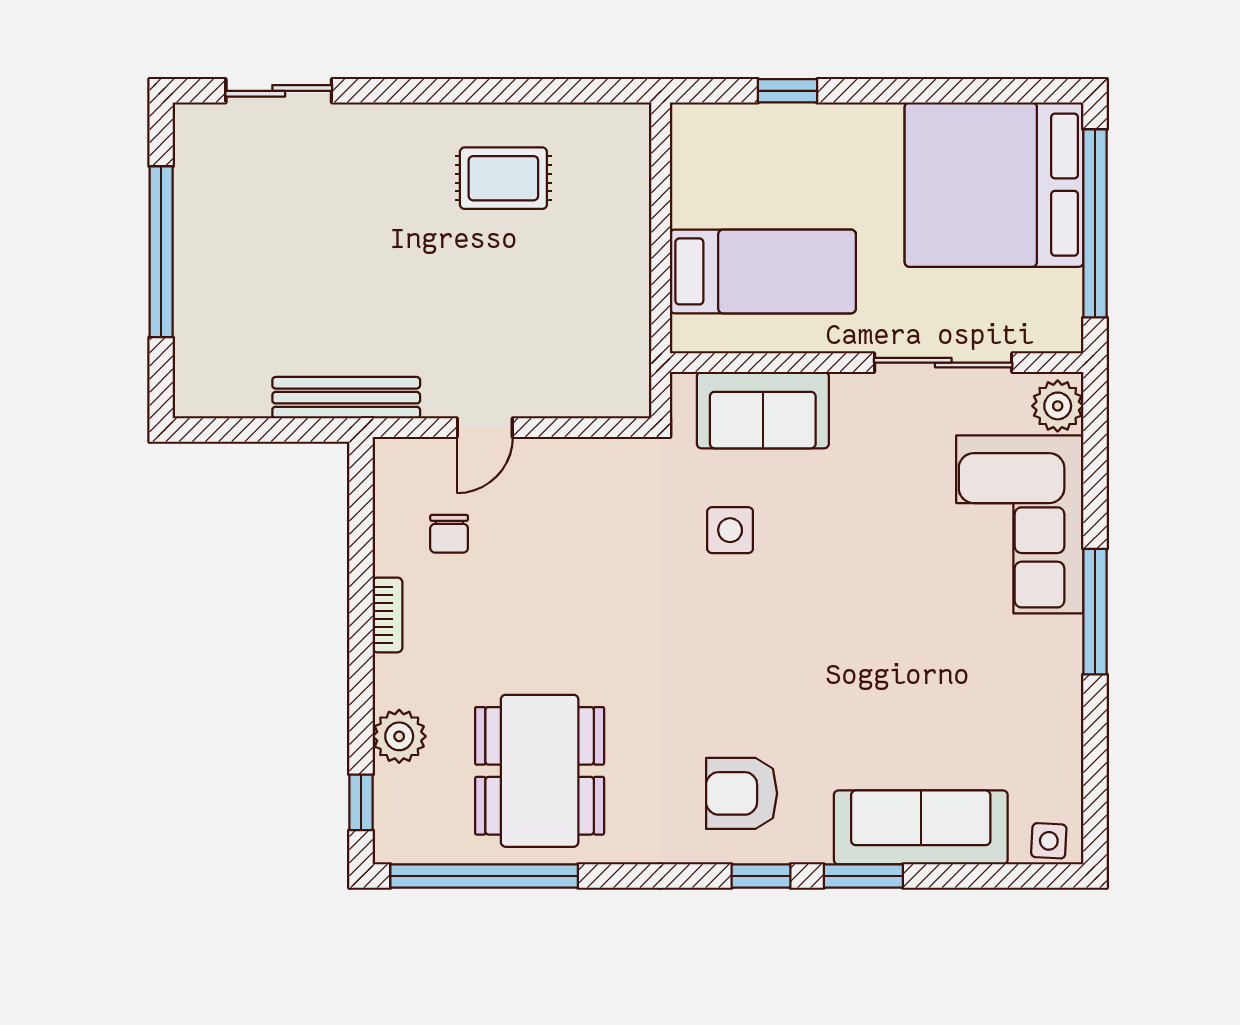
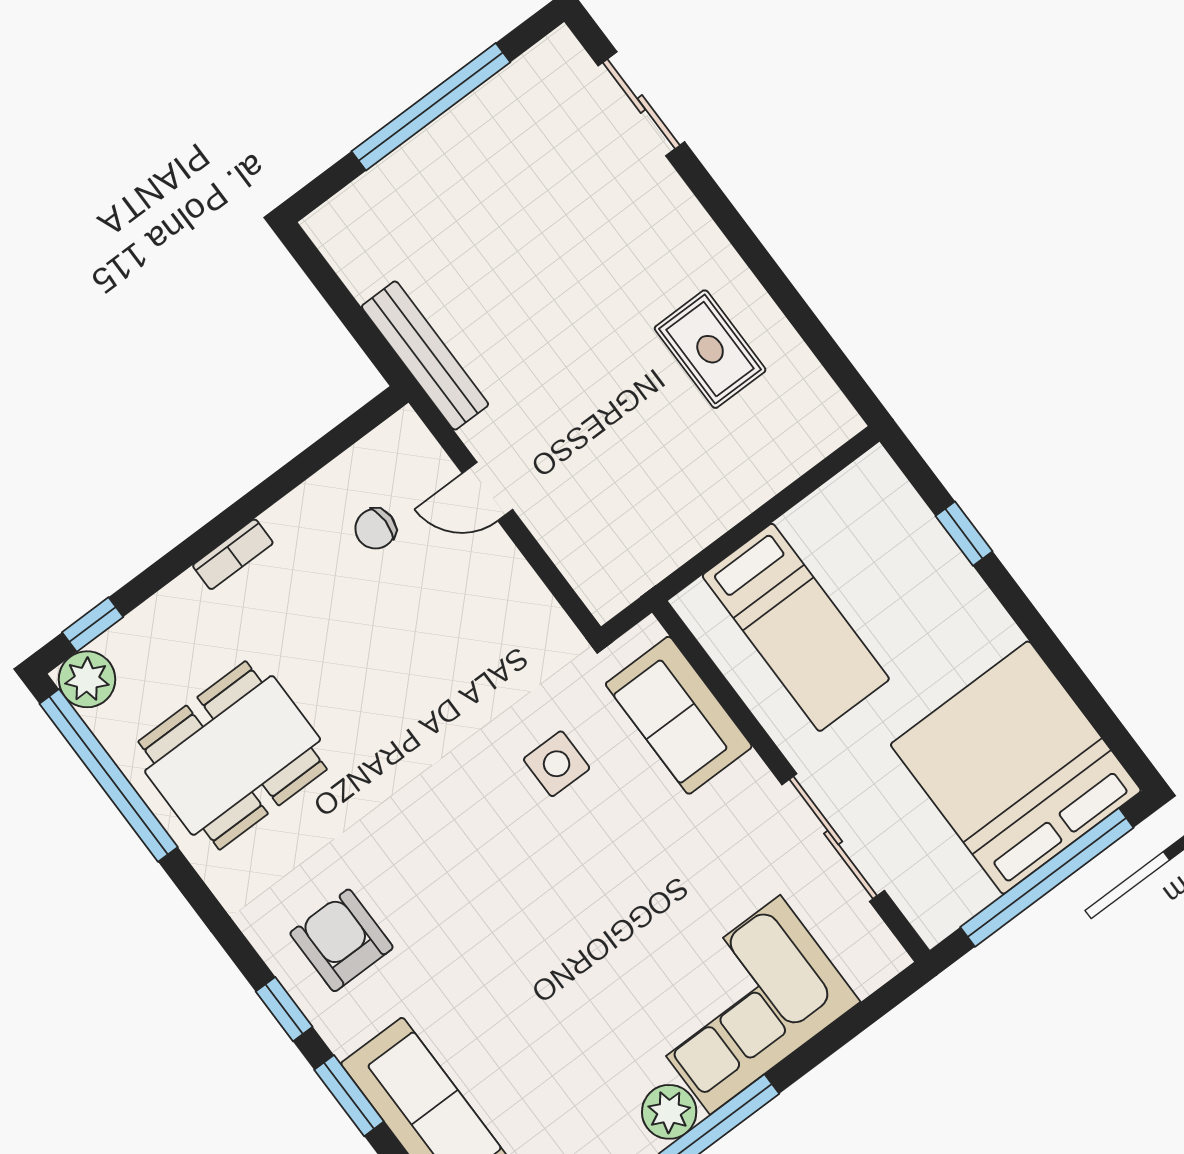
plant: (1058, 406) -> (669, 1112), moved
bookcase: (387, 615) -> (233, 554), moved
plant: (399, 736) -> (87, 679), moved

